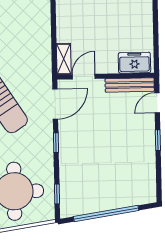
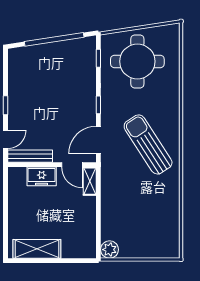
freezer: (134, 63) -> (42, 176), moved
door: (84, 77) -> (72, 165), hinge flipped

